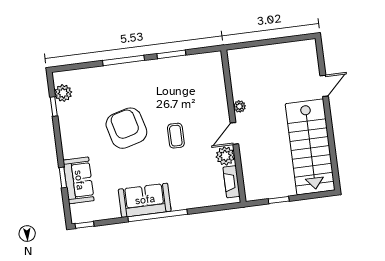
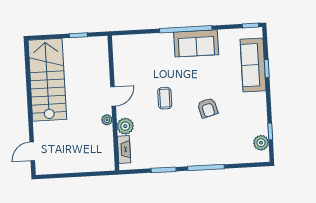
door: (324, 86) -> (32, 151), moved
armchair: (126, 128) -> (208, 108), width x0.53, depth x0.53
plant: (225, 156) -> (125, 126), moved
sofa: (79, 180) -> (253, 65), width x1.36
fireplace: (231, 182) -> (124, 149), moved

